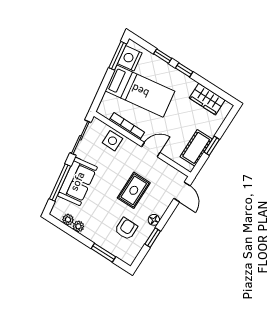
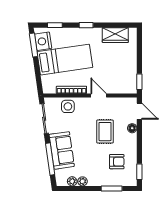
window: (163, 56) -> (55, 25), moved
window: (212, 146) -> (139, 82), moved
cot: (196, 148) -> (129, 74), removed
door: (151, 150) -> (99, 96), hinge flipped
floor lamp: (154, 220) -> (132, 128), moved
armchair: (126, 229) -> (117, 162), turned 90
window: (153, 238) -> (139, 172), moved

